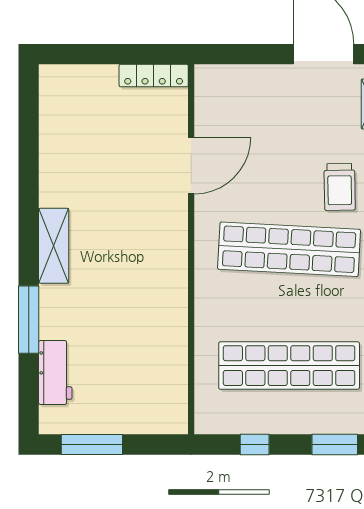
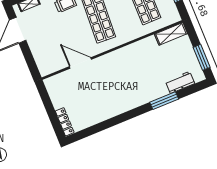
locker: (154, 76) -> (65, 122), moved
shelving: (54, 246) -> (171, 34), moved

